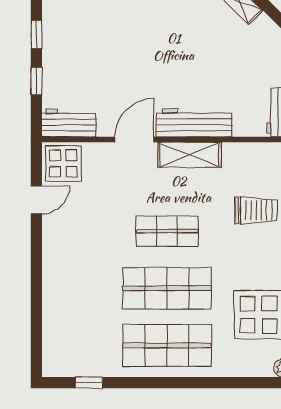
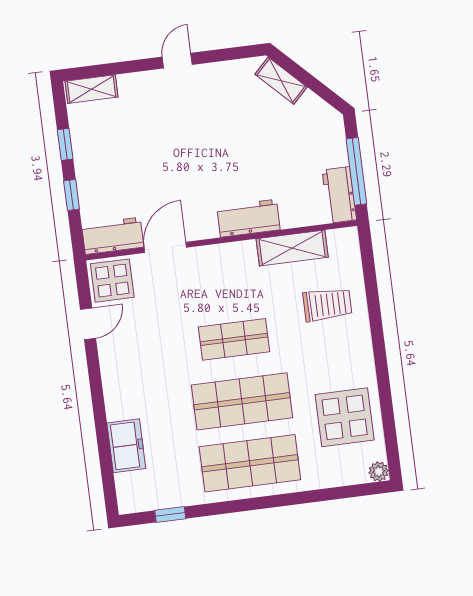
workbench: (194, 123) -> (248, 218), width x0.73
door: (134, 140) -> (165, 247), moved
shelving: (189, 155) -> (292, 248), moved
freezer: (57, 315) -> (126, 446), added

